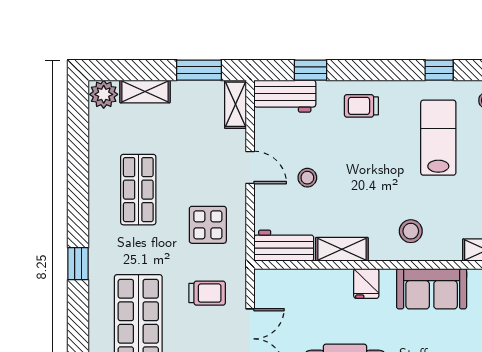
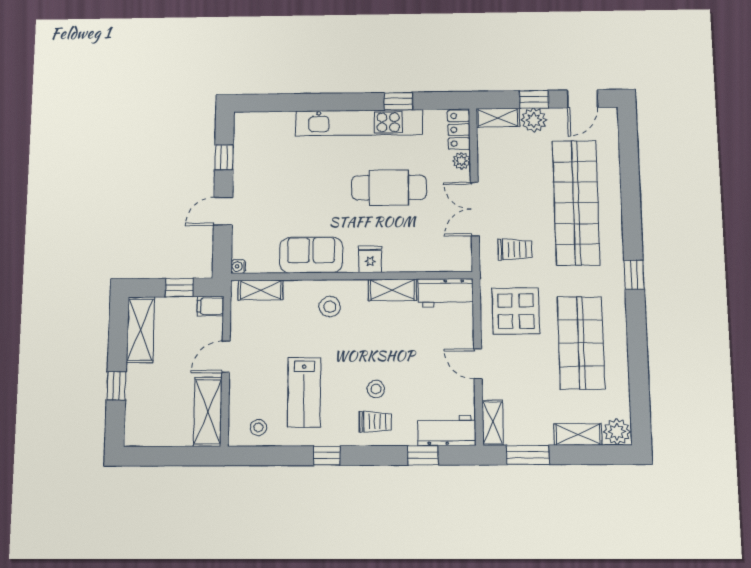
window: (439, 70) -> (327, 456), moved
stool: (307, 178) -> (376, 389), moved
shop shelf: (138, 190) -> (581, 343), width x1.43, depth x1.36
display table: (208, 225) -> (516, 311), width x1.36, depth x1.36
trolley: (207, 293) -> (515, 249), turned 180

